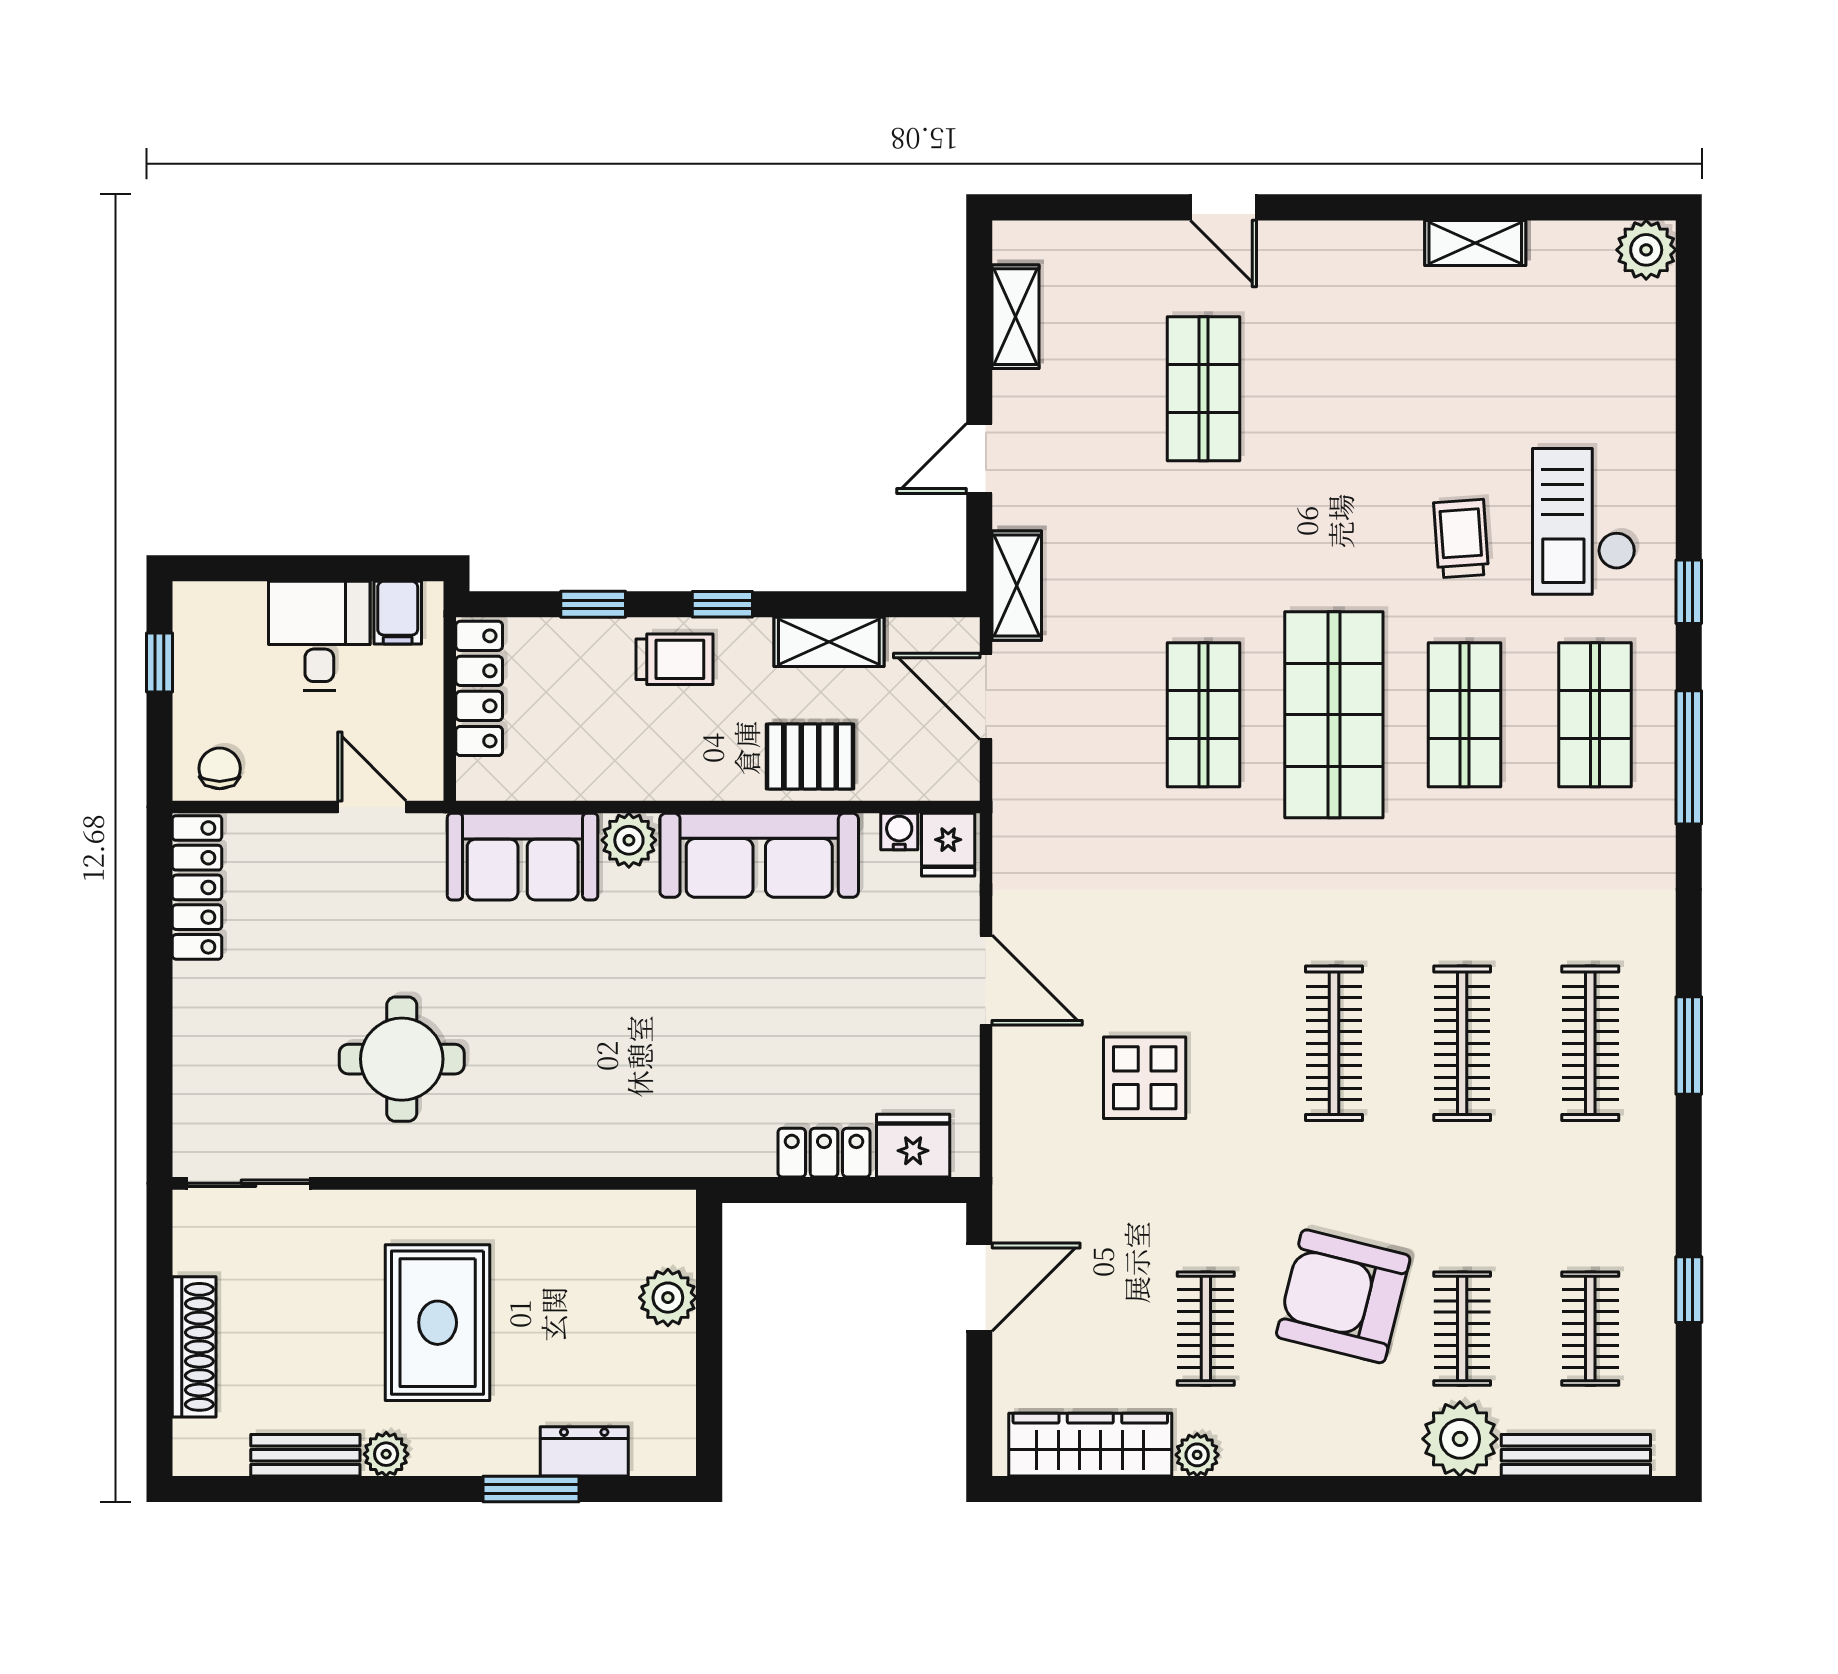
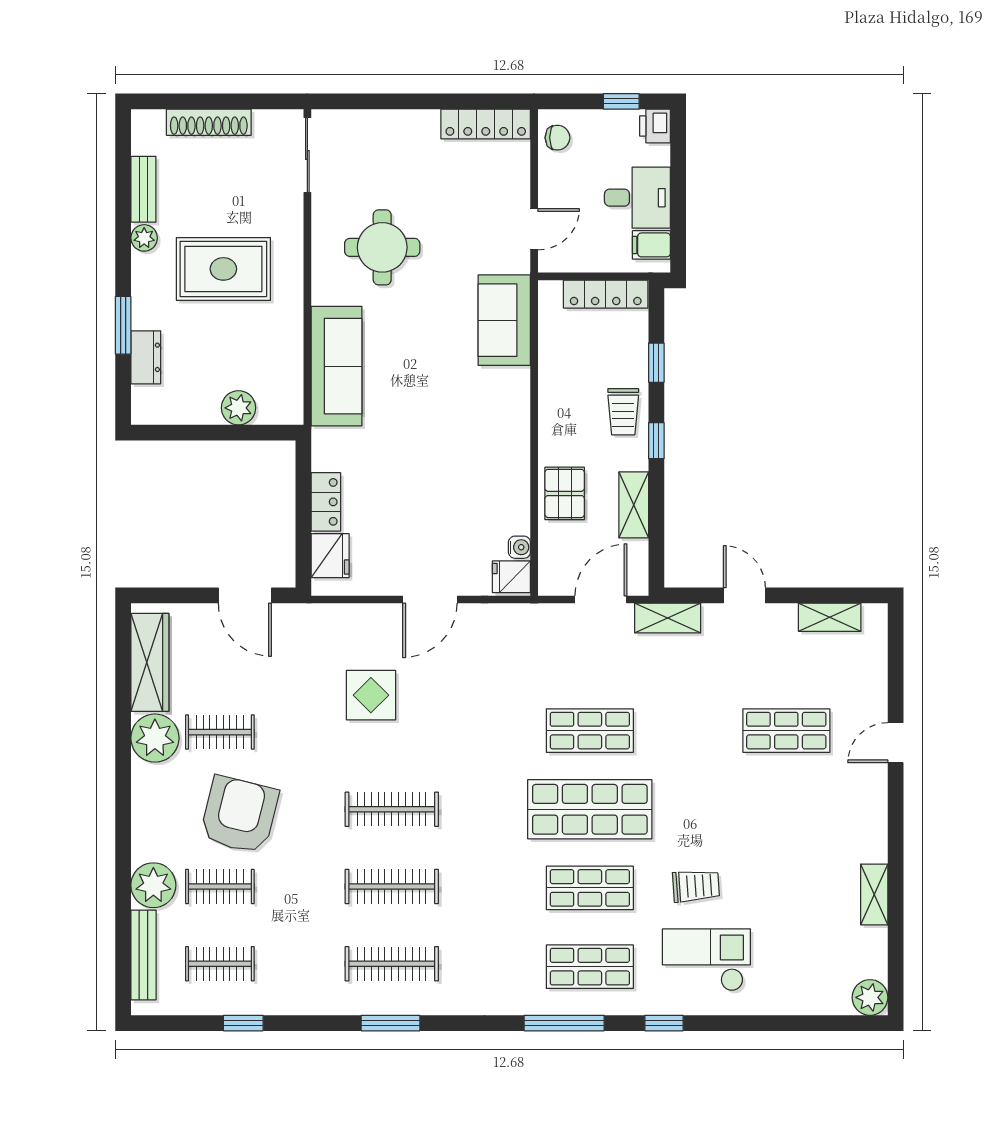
printer: (200, 607) -> (655, 126), added
plant: (629, 840) -> (514, 384), removed
sofa: (759, 855) -> (336, 366), moved, turned 180
plant: (1197, 1455) -> (155, 738), width x1.88, depth x1.88

